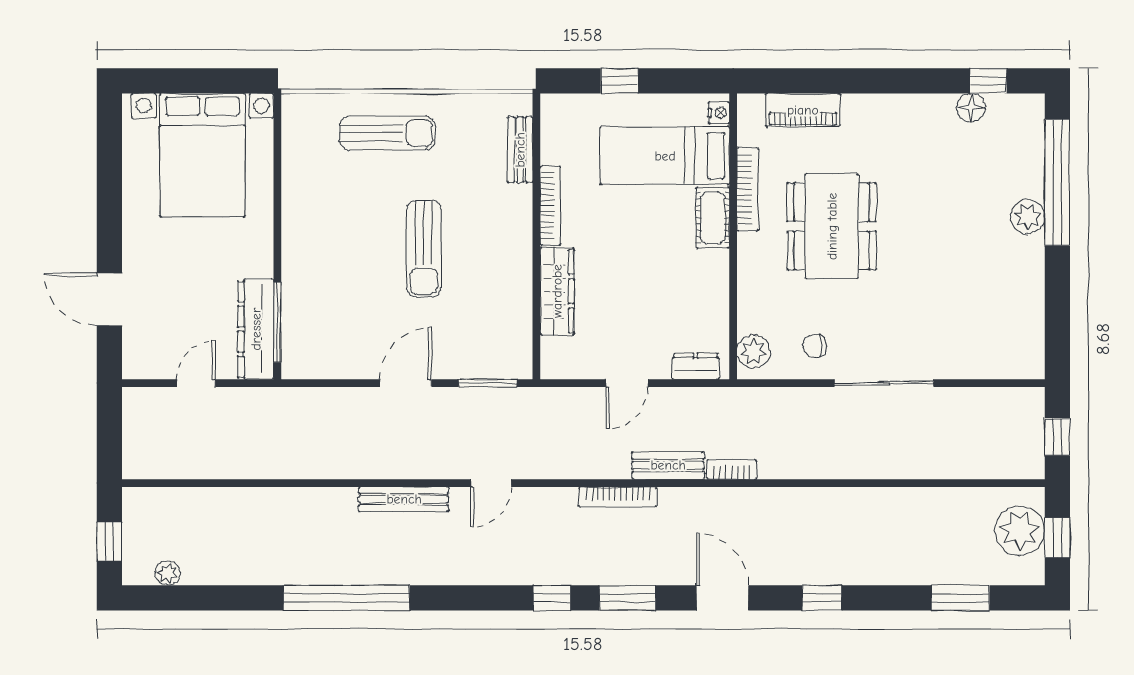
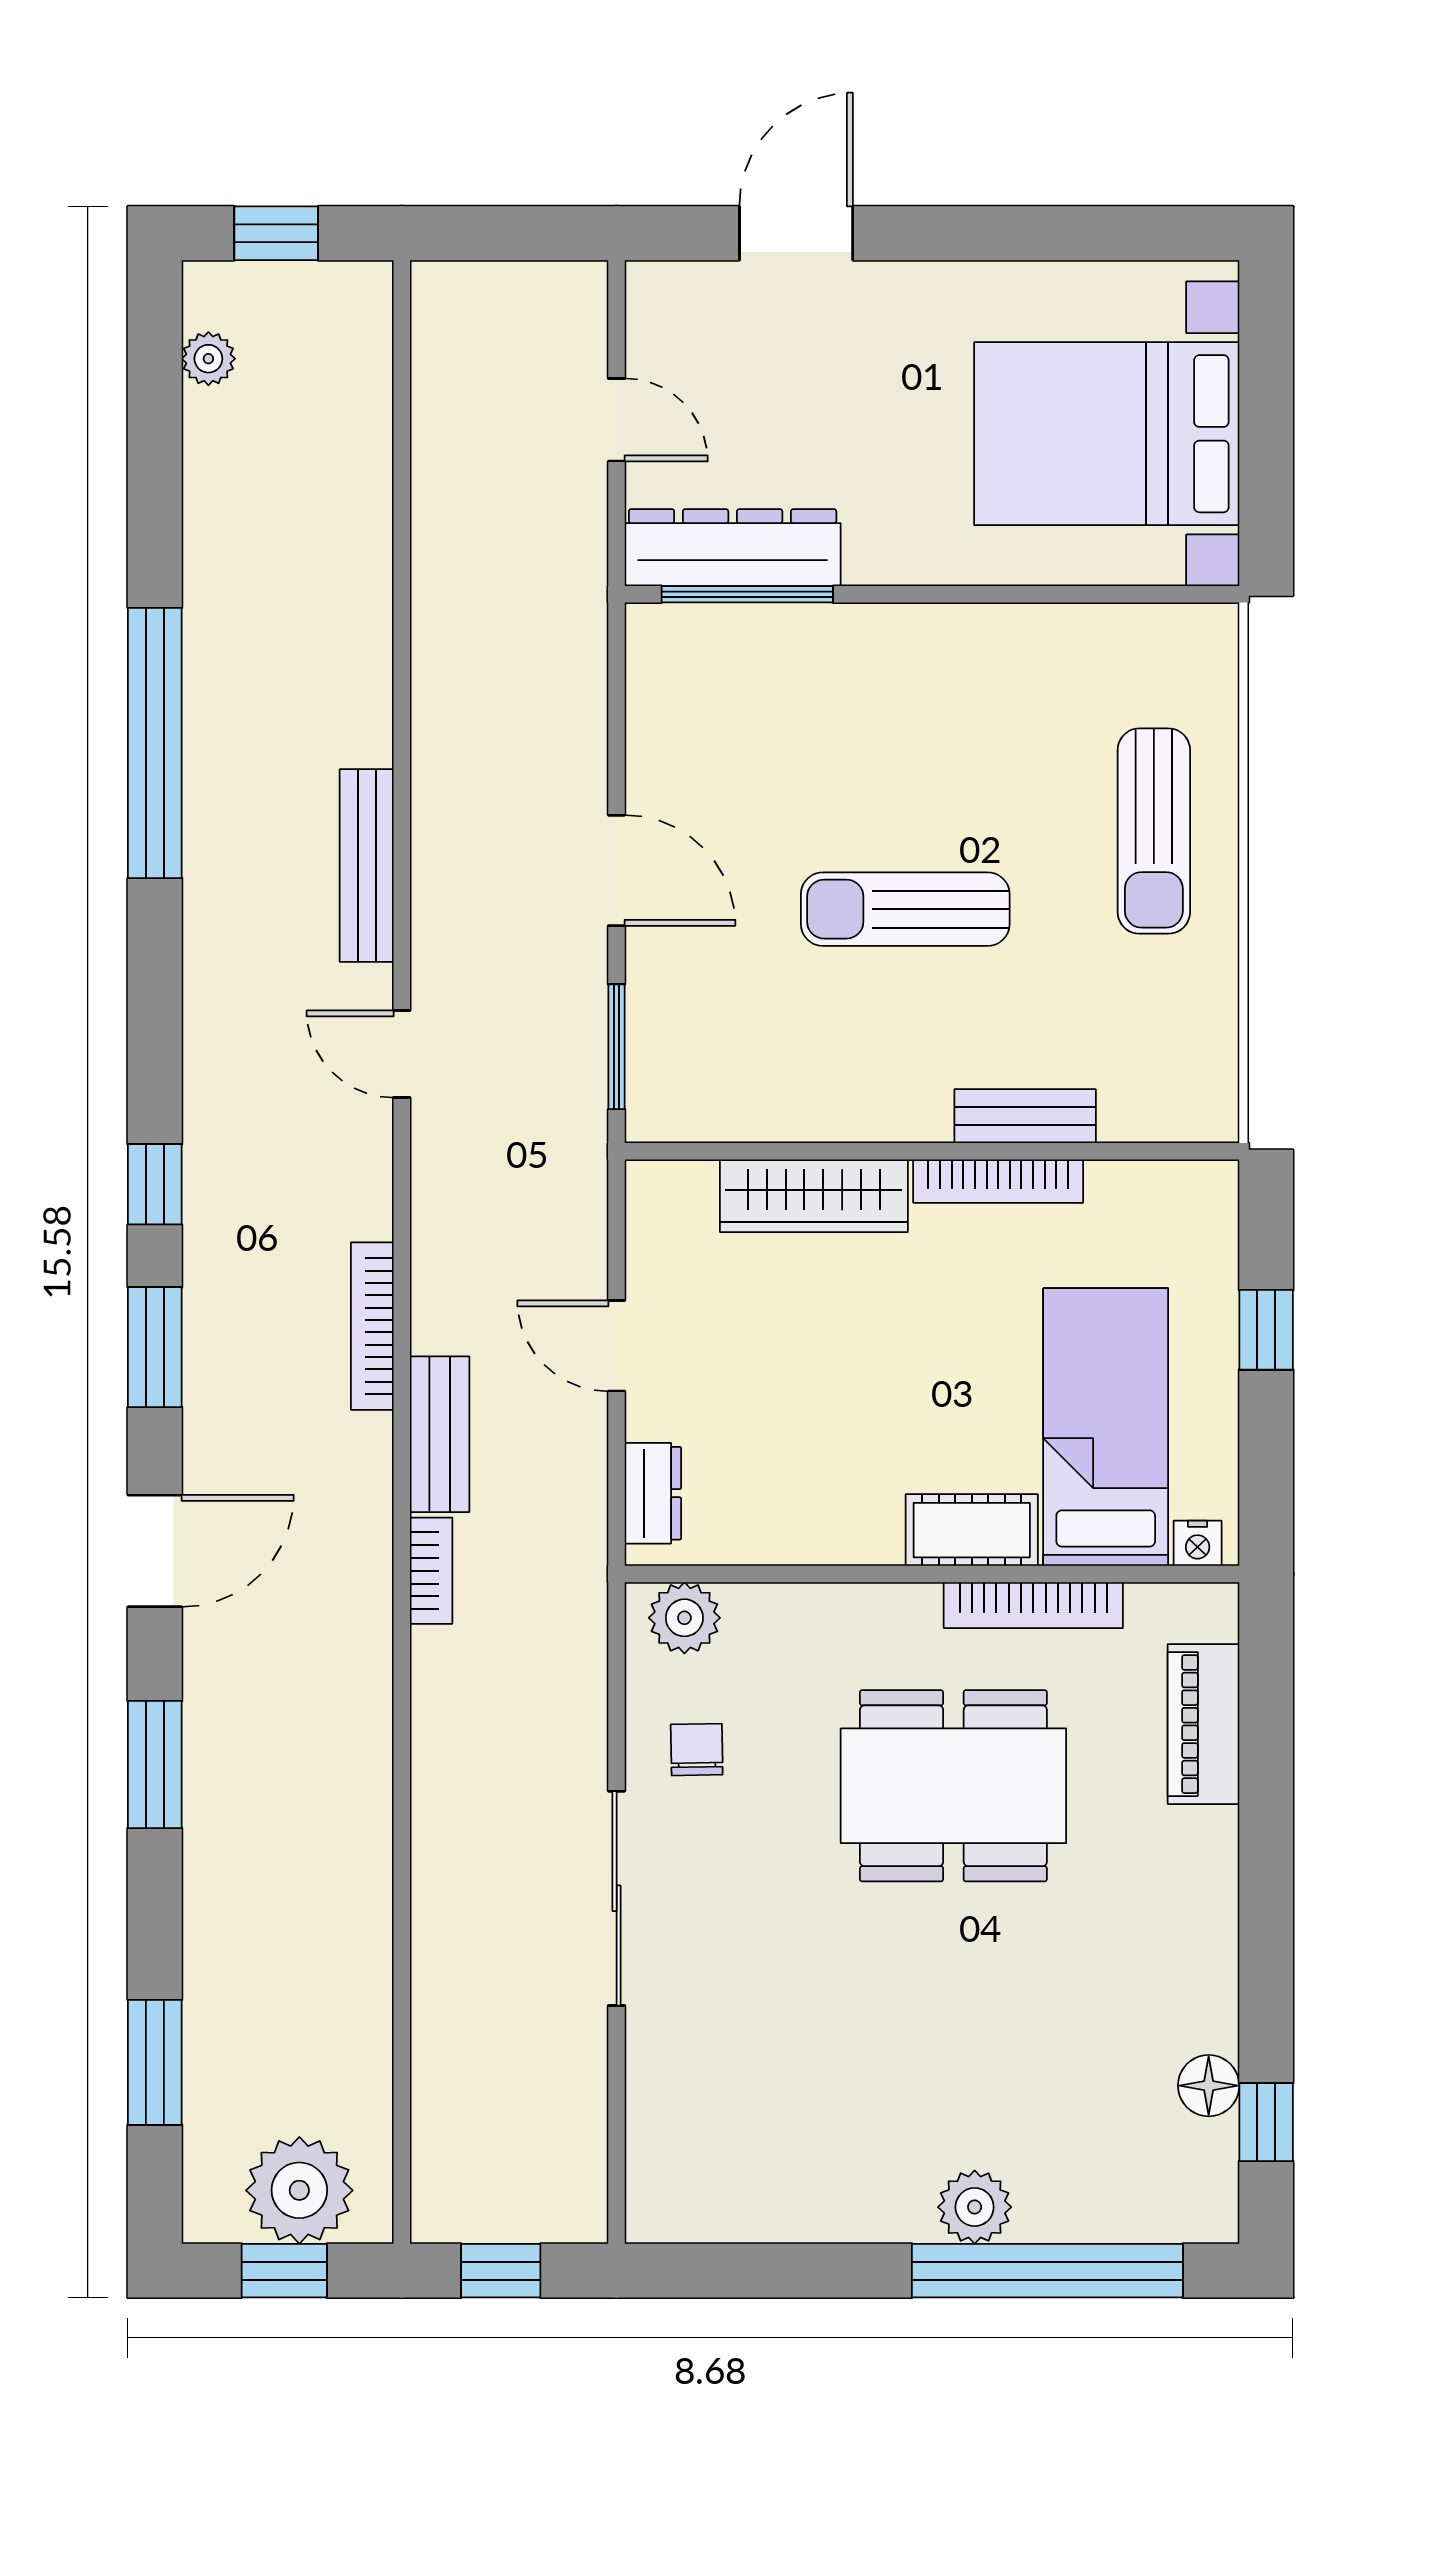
bench: (520, 150) -> (1025, 1116), moved
window: (822, 598) -> (155, 1764), width x1.50

